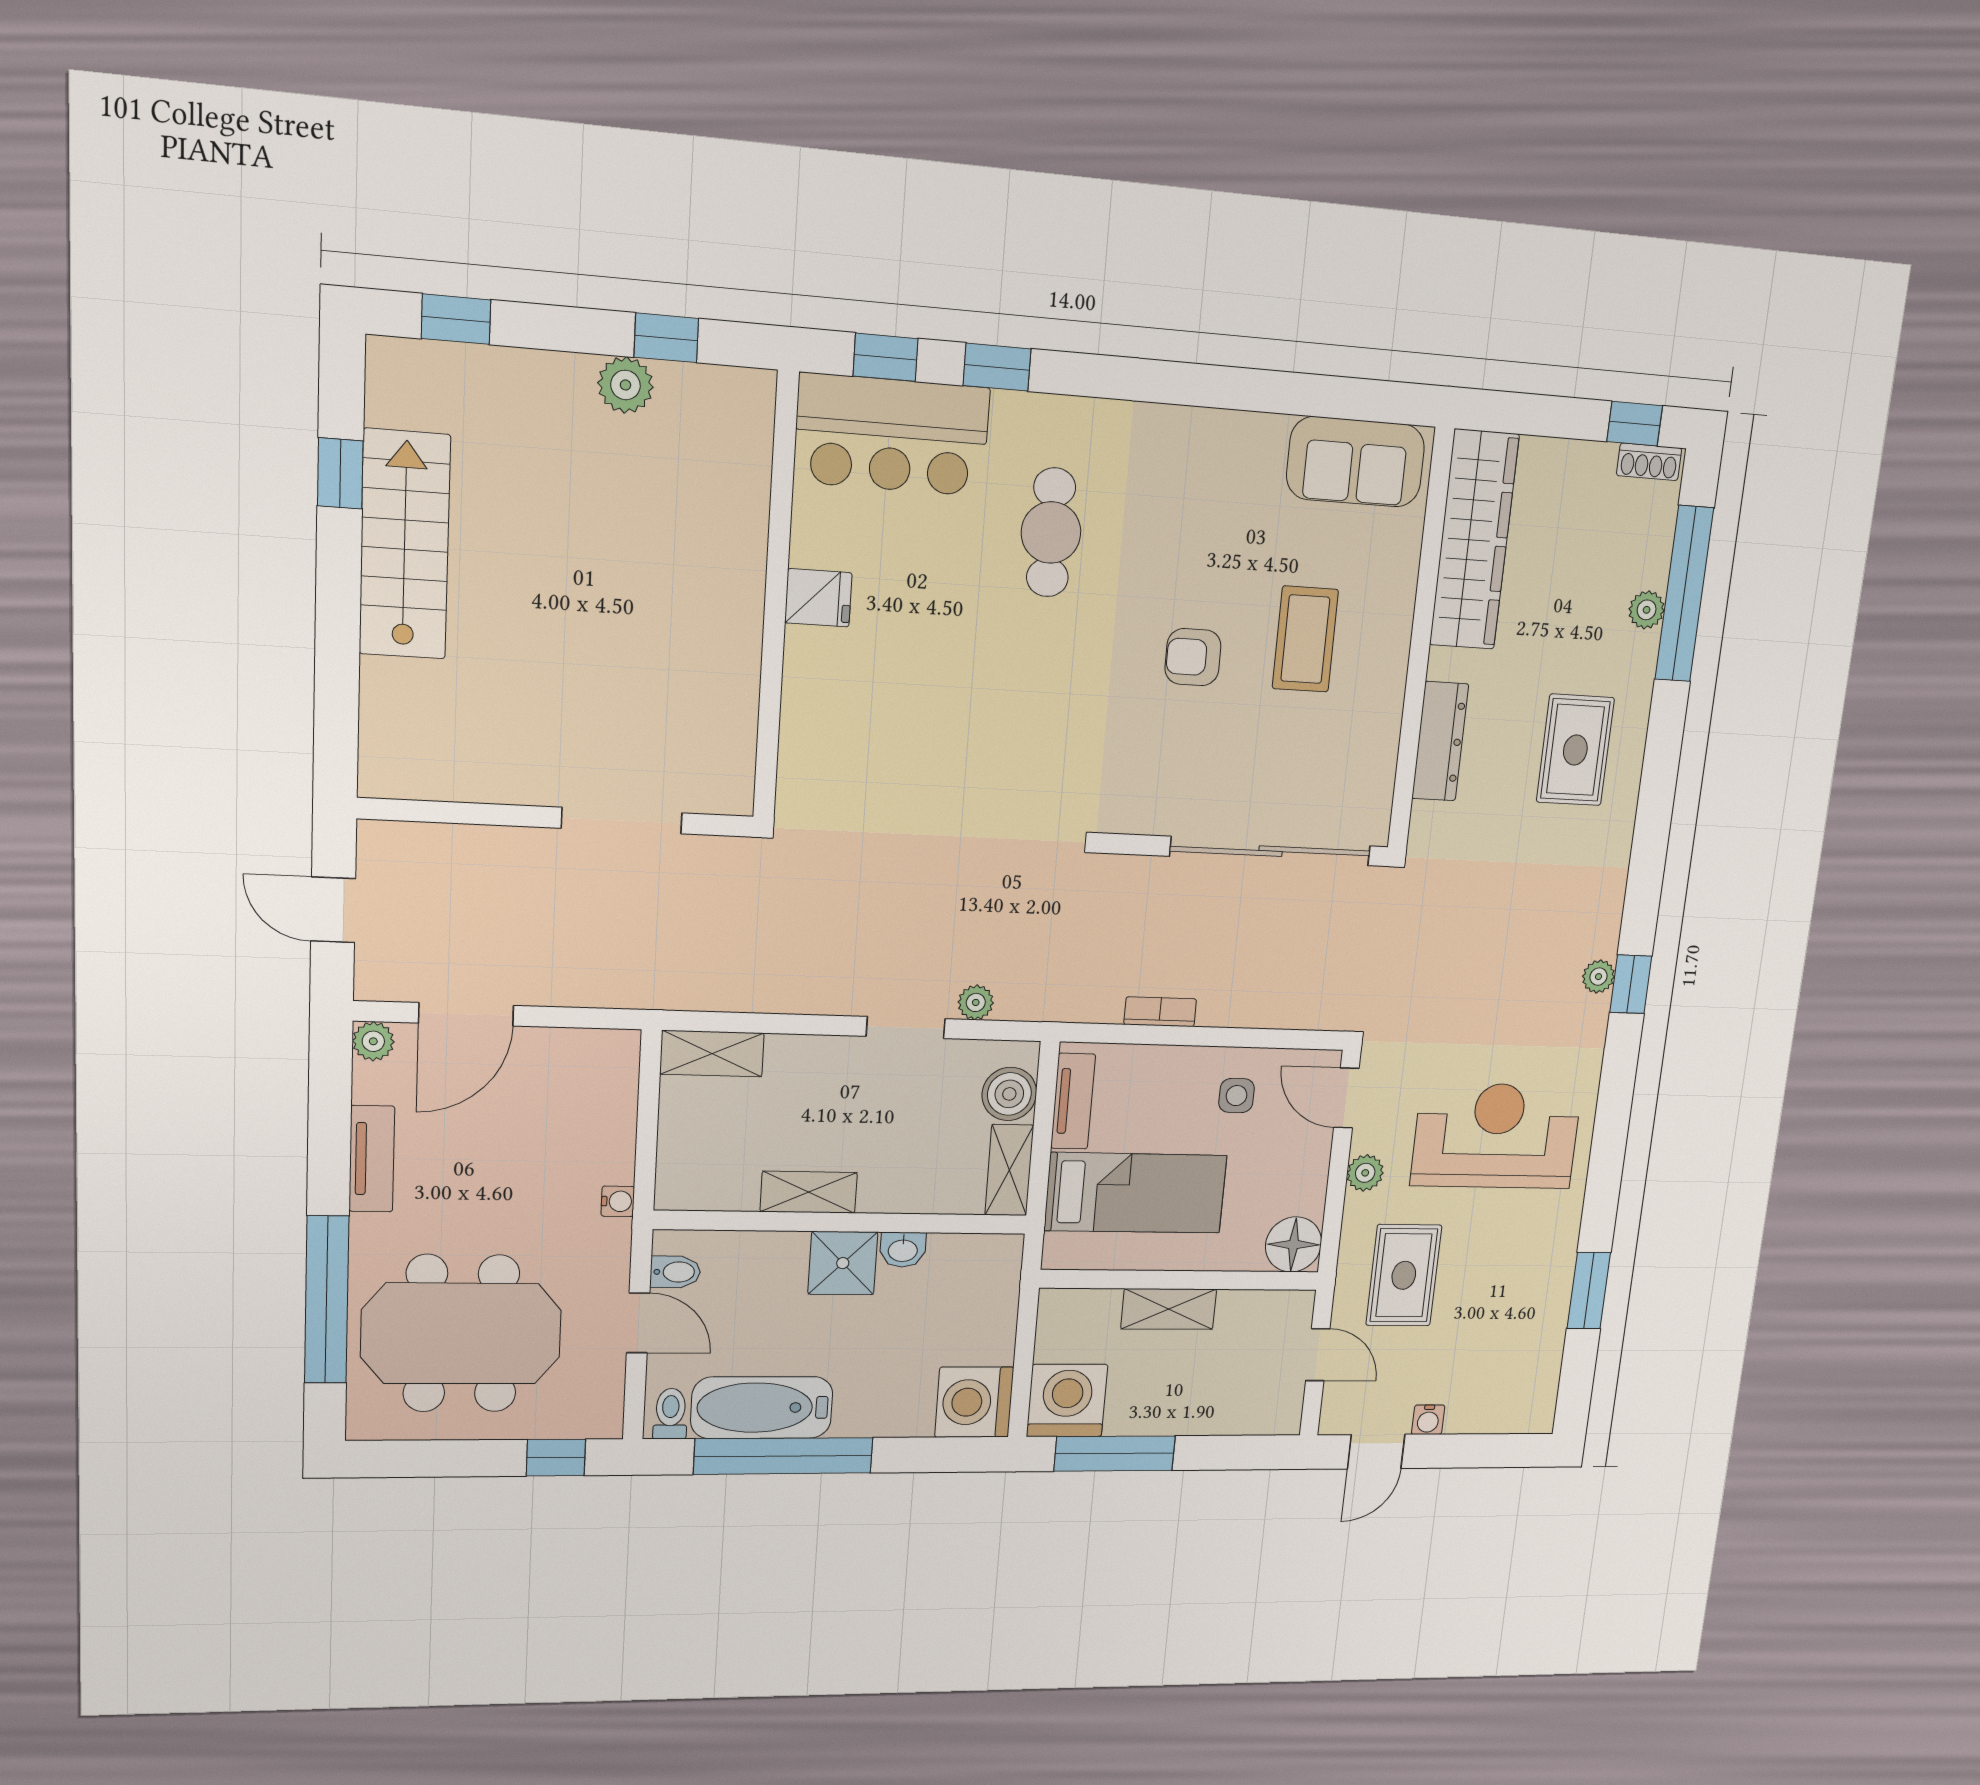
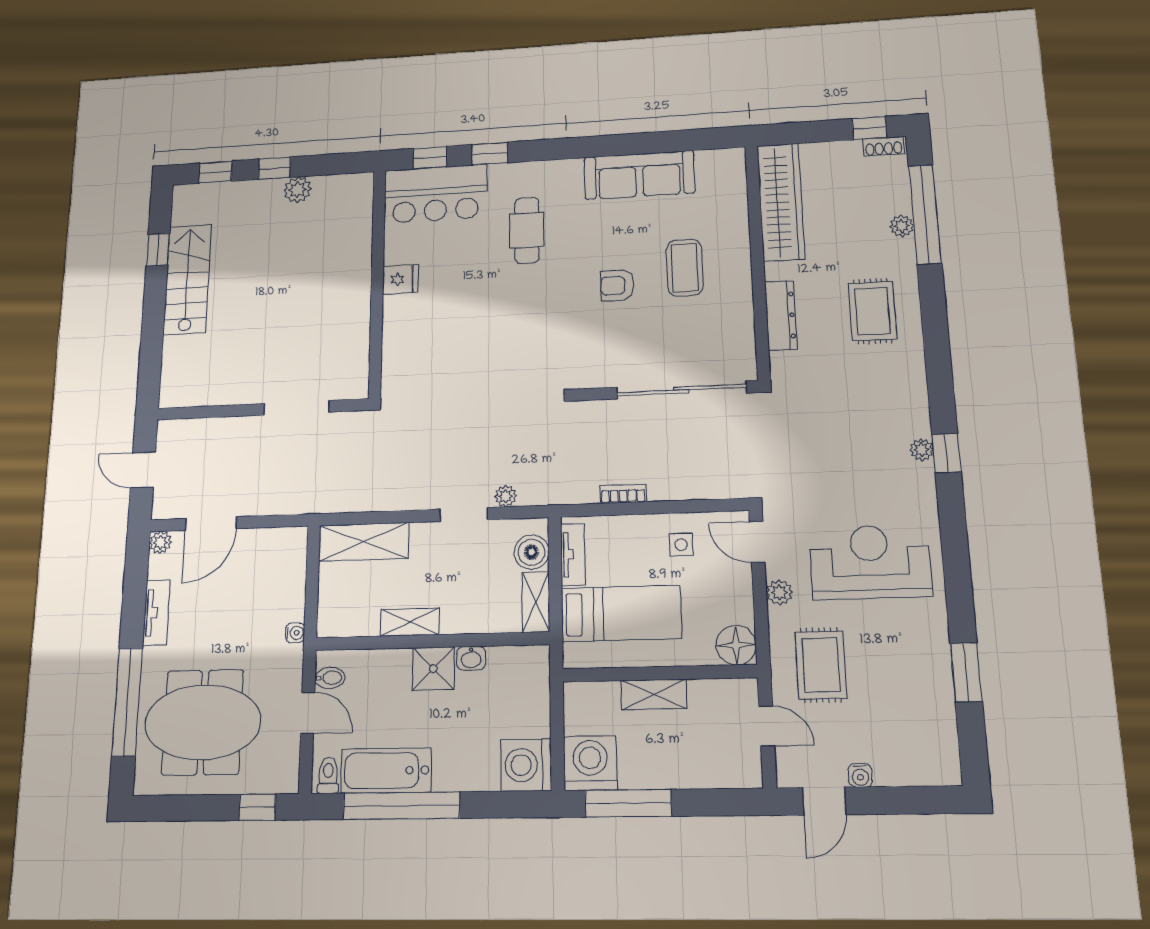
window: (666, 338) -> (274, 168), moved
sofa: (1356, 462) -> (639, 175), moved, width x1.36
shelving: (712, 1054) -> (364, 542), width x1.50, depth x1.33

